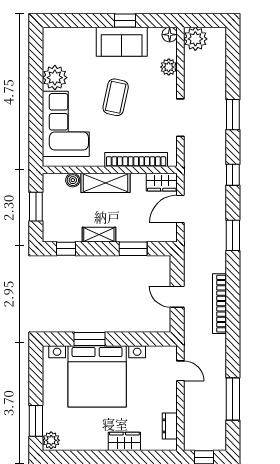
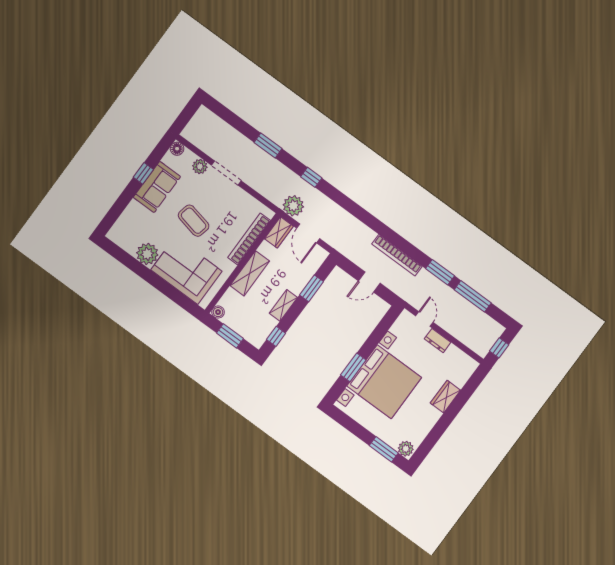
plant: (195, 39) -> (293, 206), moved
doorway: (180, 118) -> (226, 173), moved
boiler: (73, 180) -> (218, 312), moved
window: (233, 235) -> (440, 272), moved
door: (180, 371) -> (424, 319), hinge flipped
dresser: (170, 426) -> (438, 341), moved

